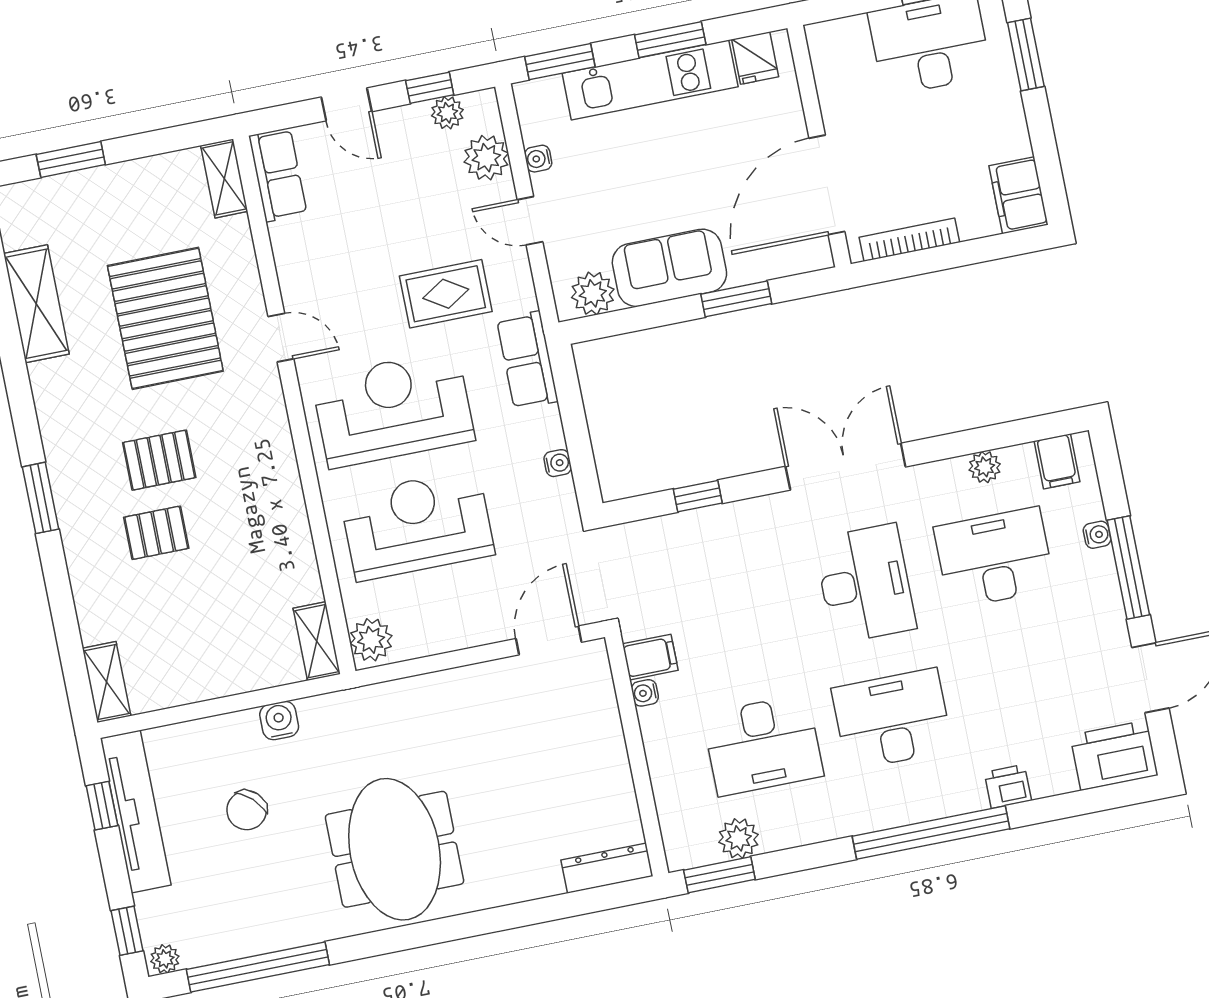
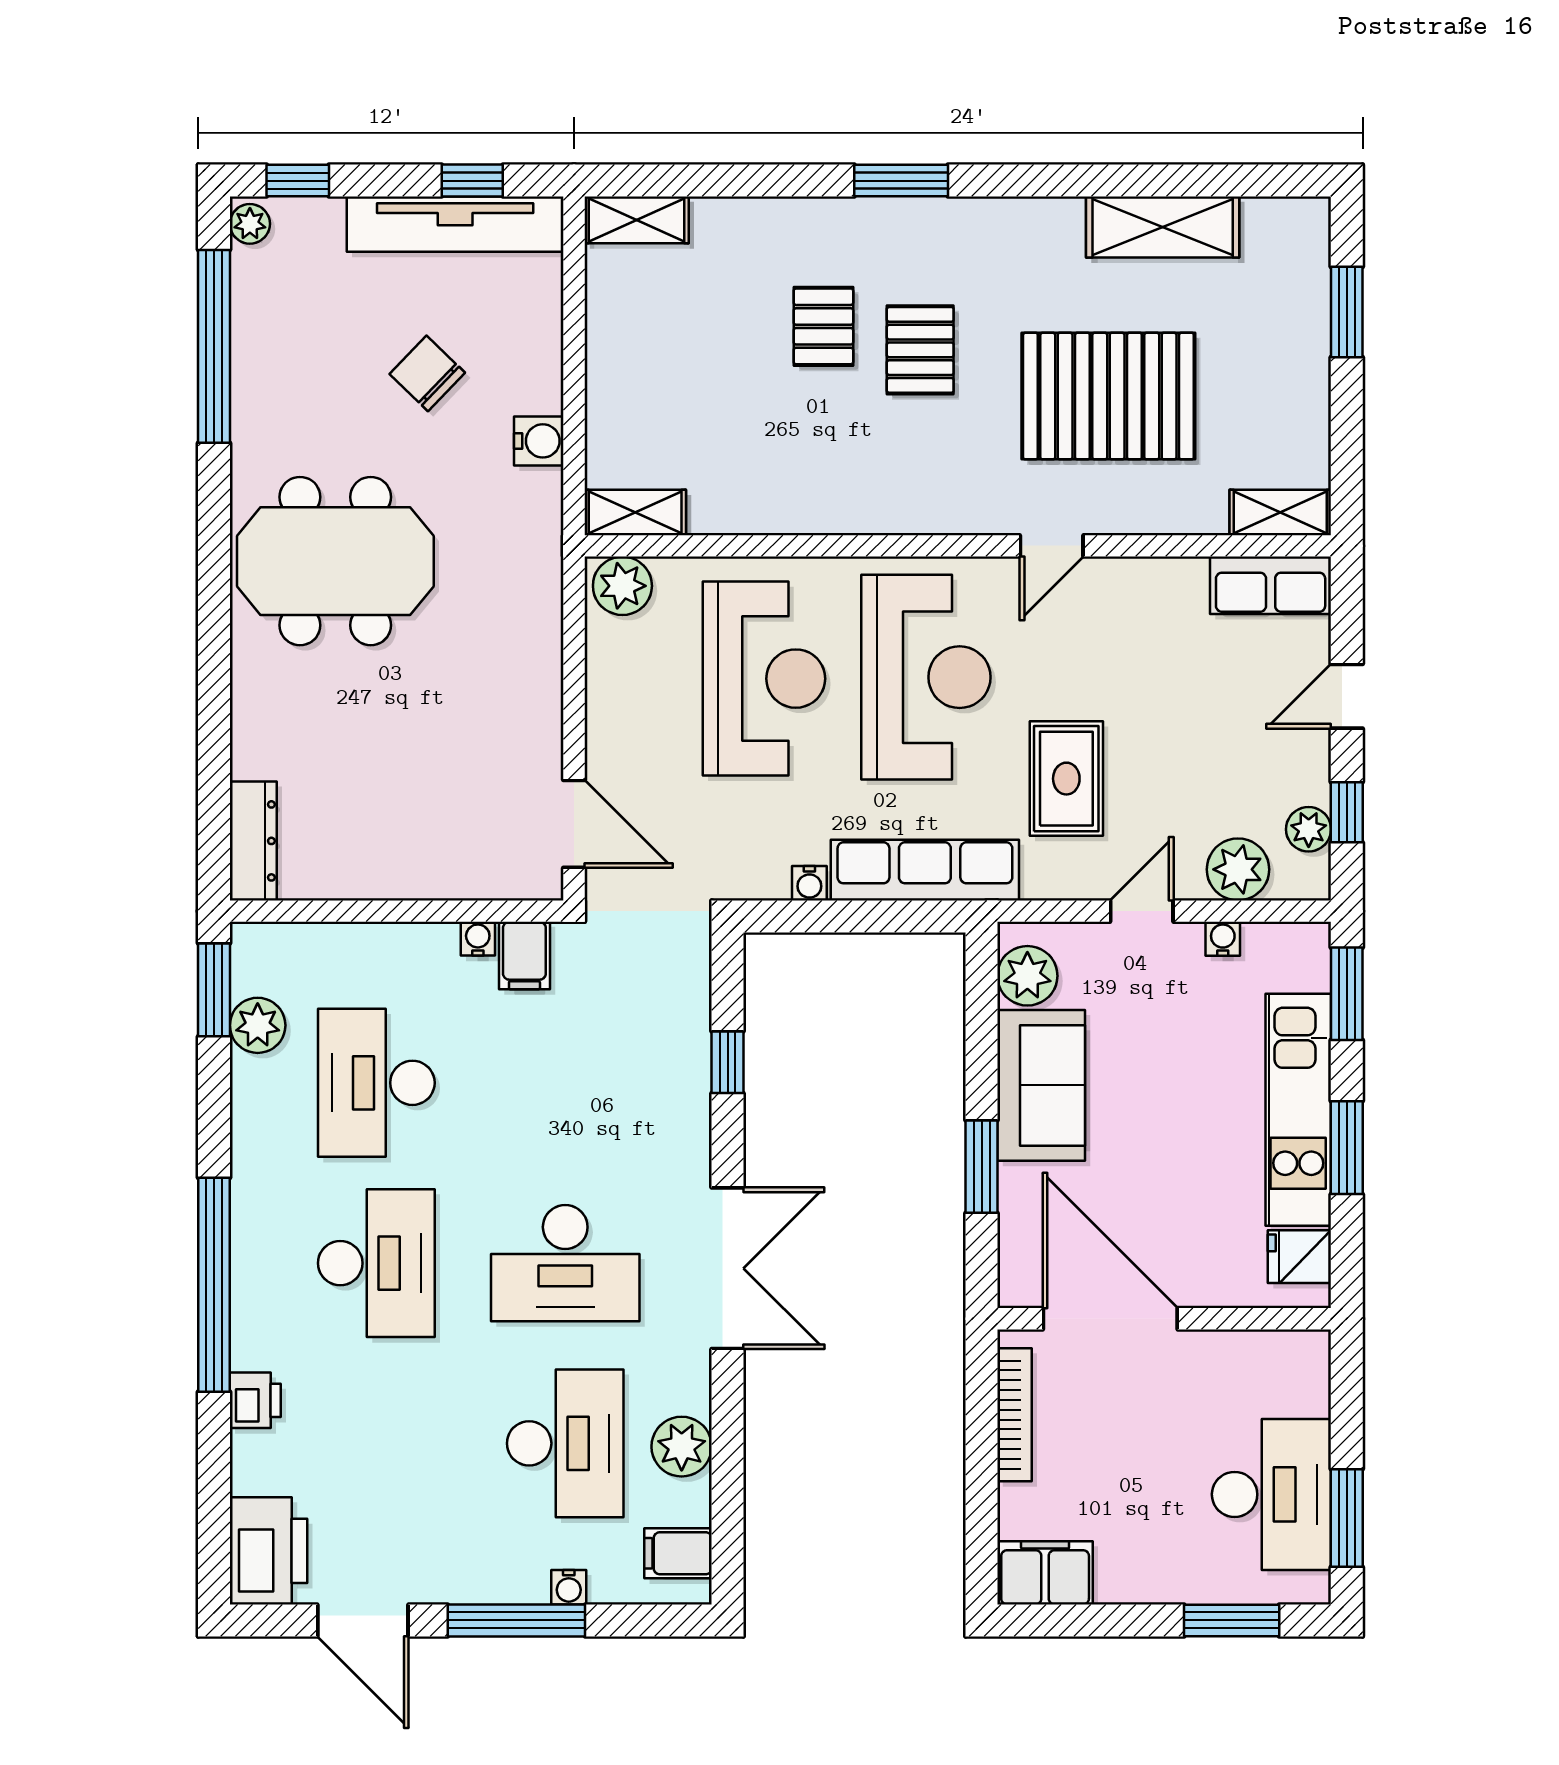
row of seats: (527, 360) -> (925, 870), width x1.48
plant: (985, 467) -> (682, 1447), width x1.38, depth x1.38

